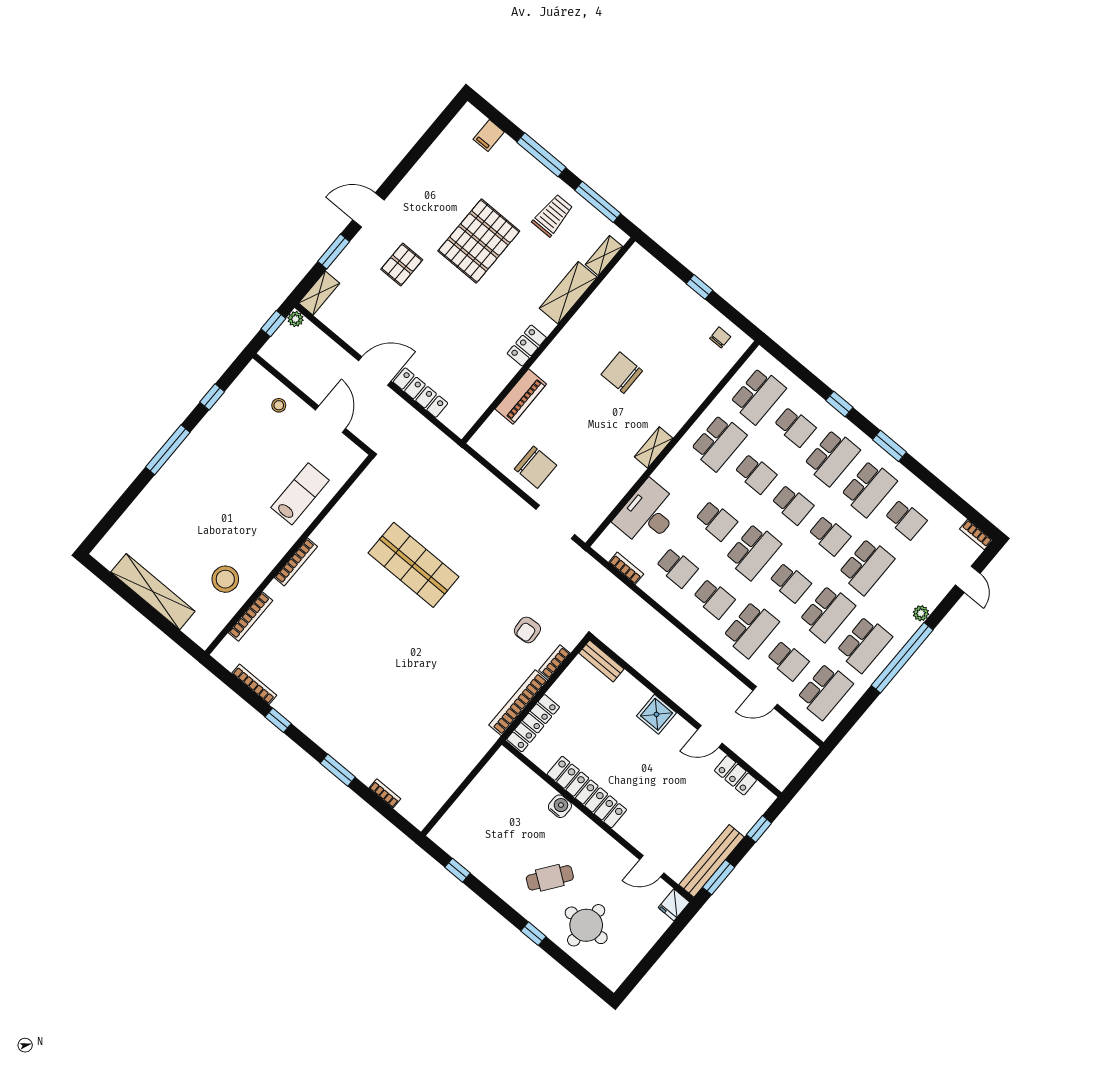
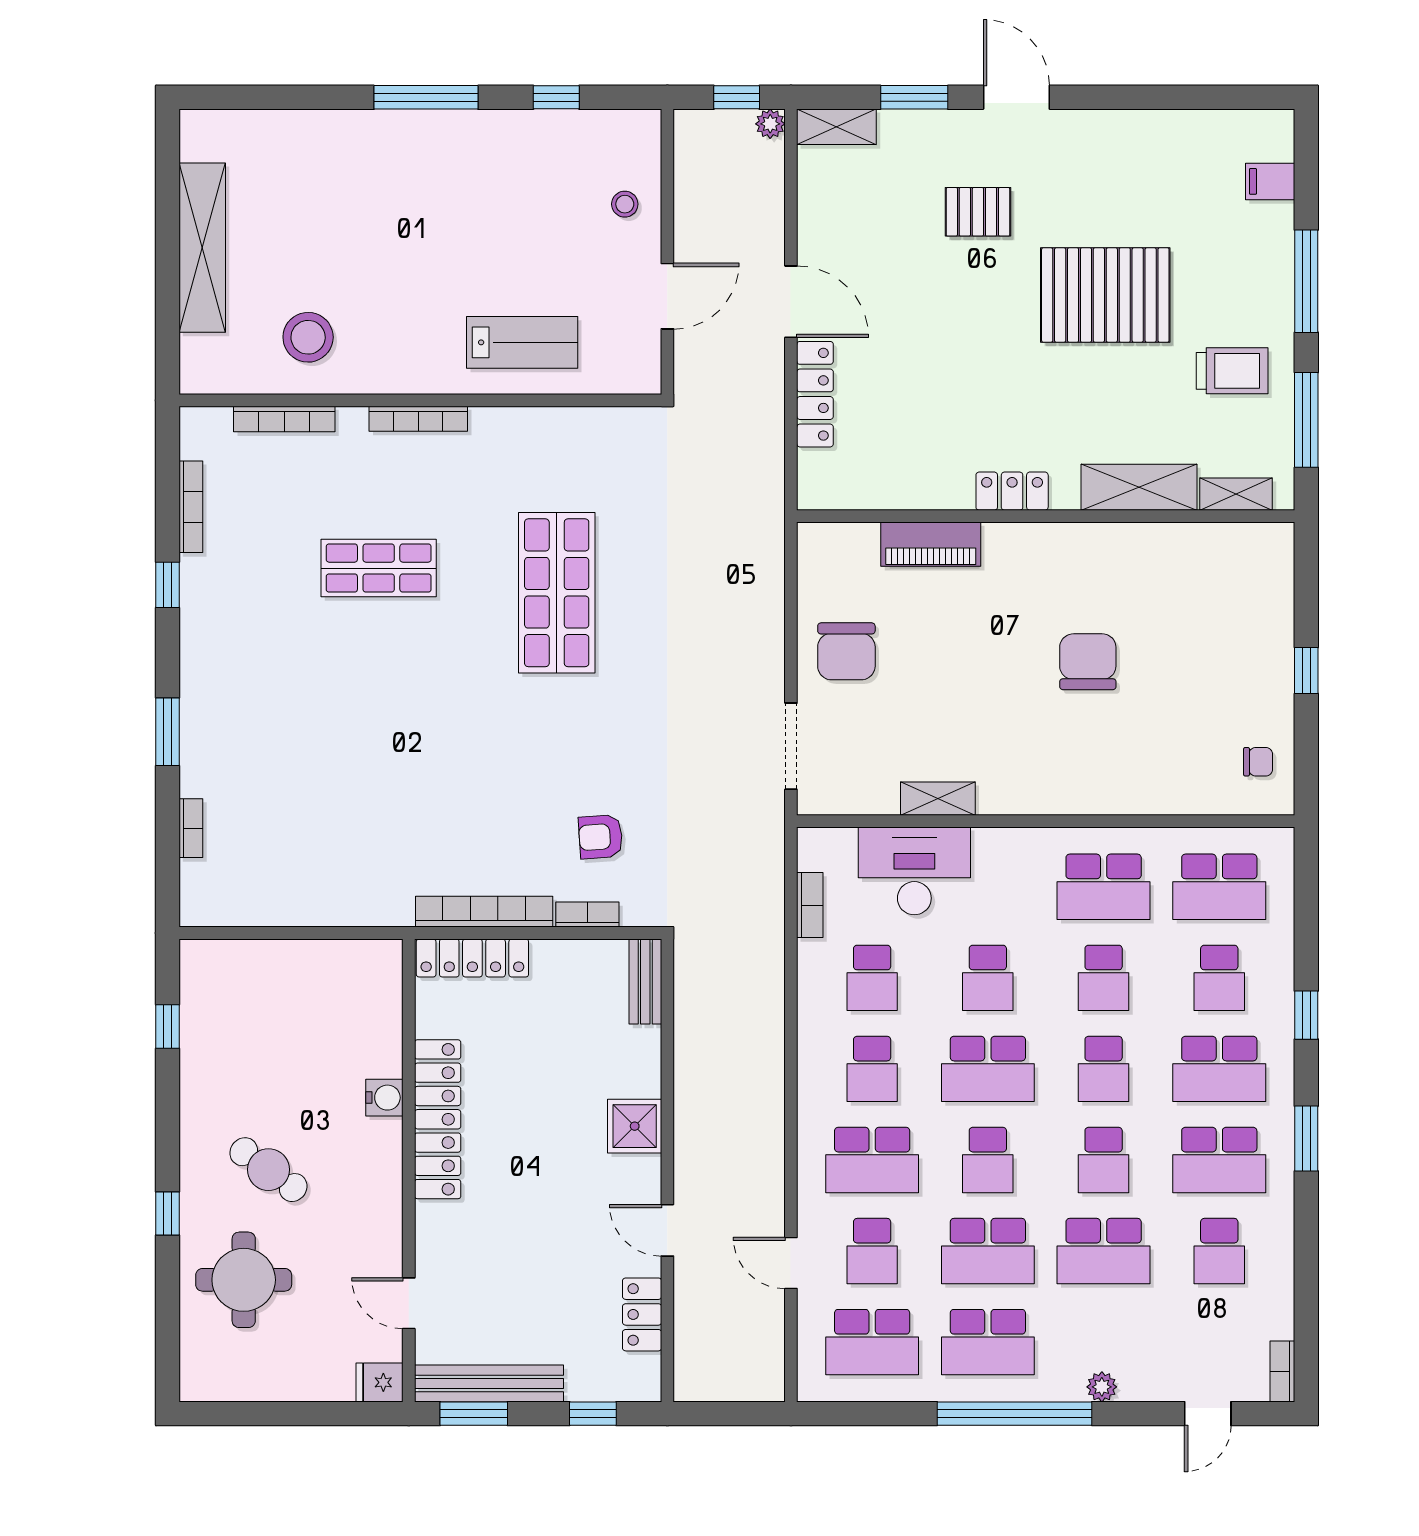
shelving: (654, 447) -> (938, 799), moved
shop shelf: (343, 629) -> (379, 568), added

